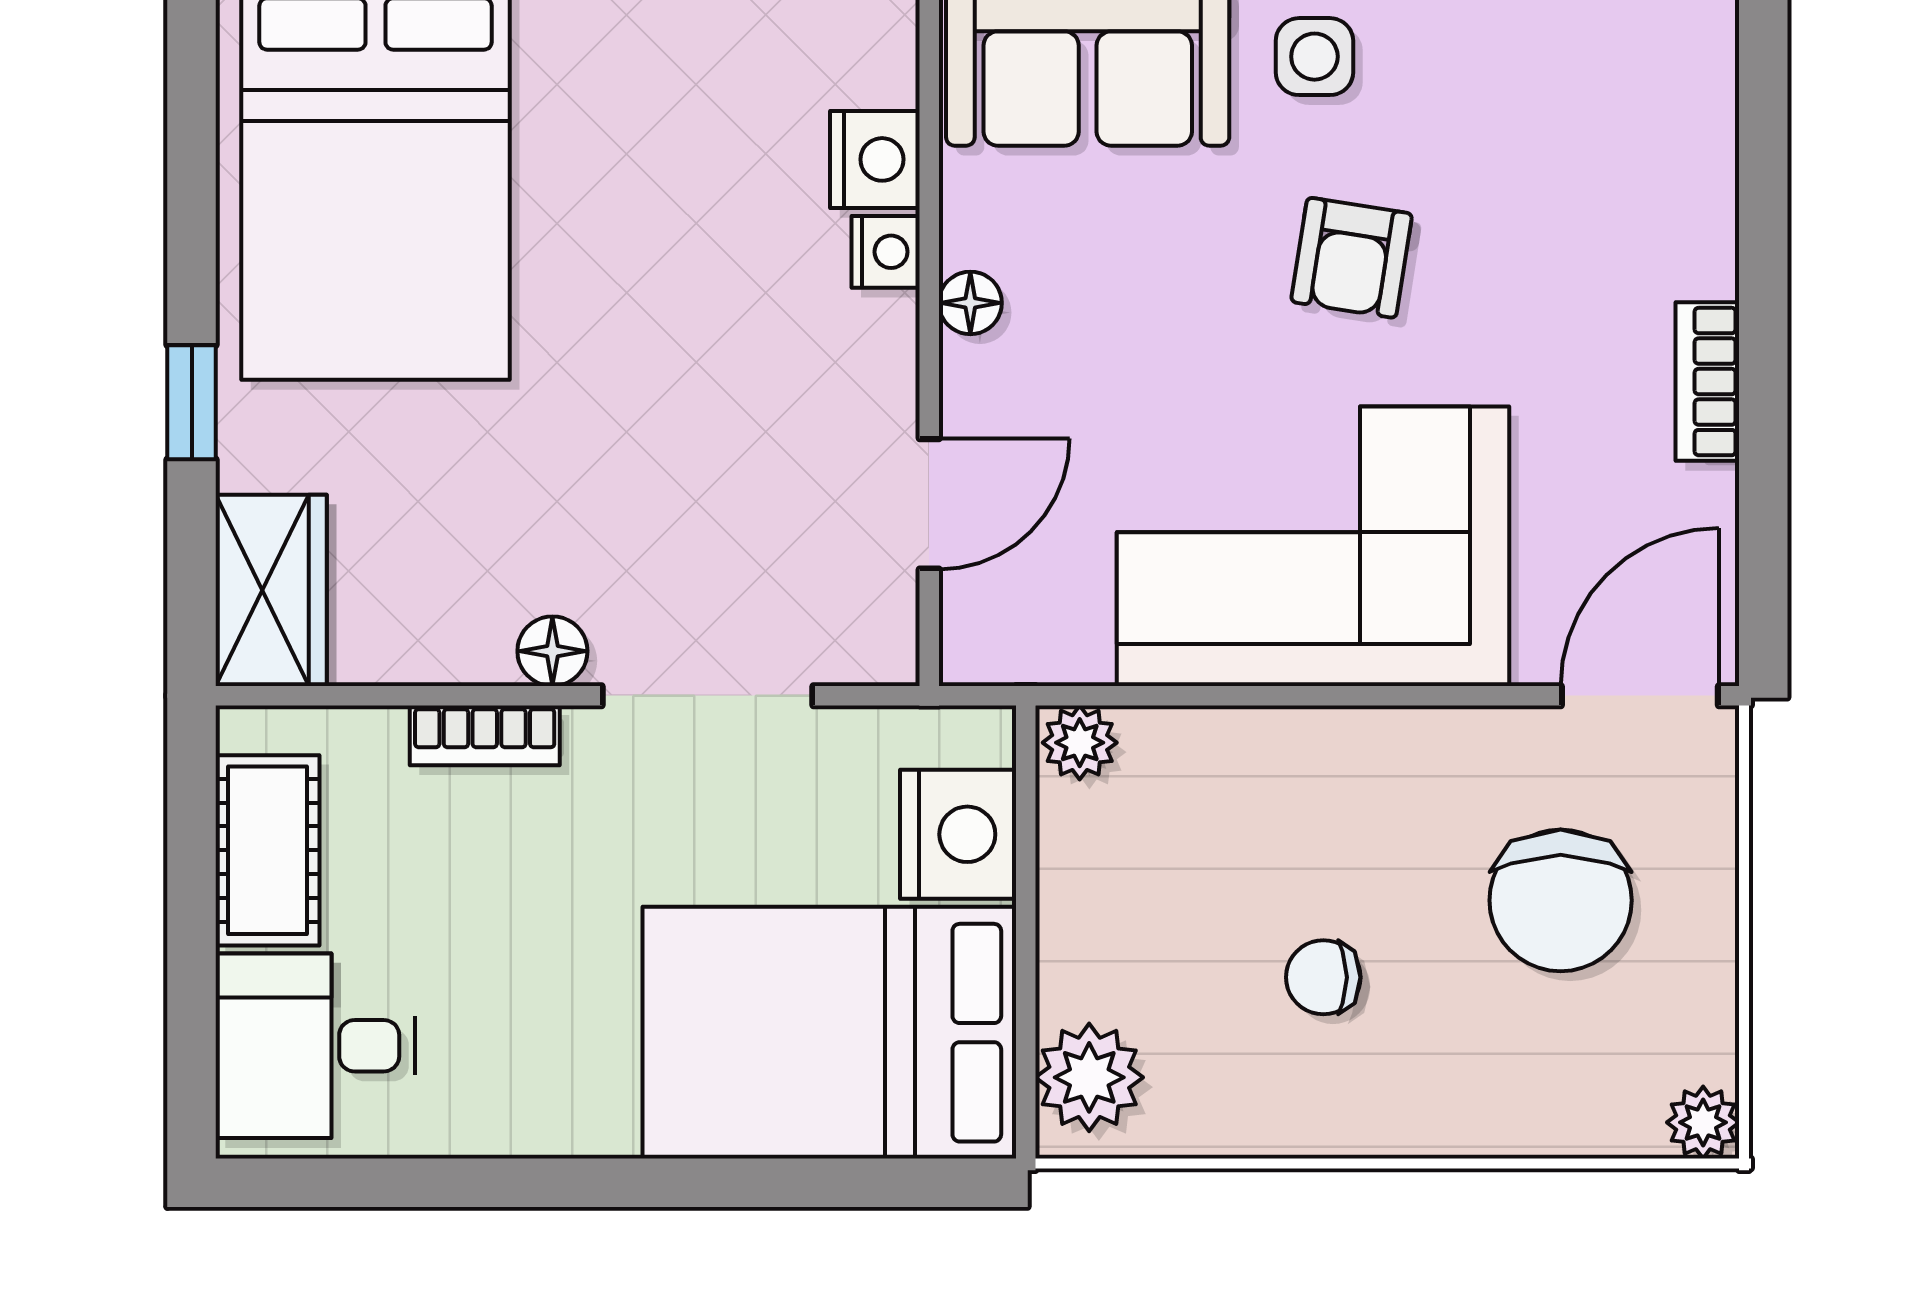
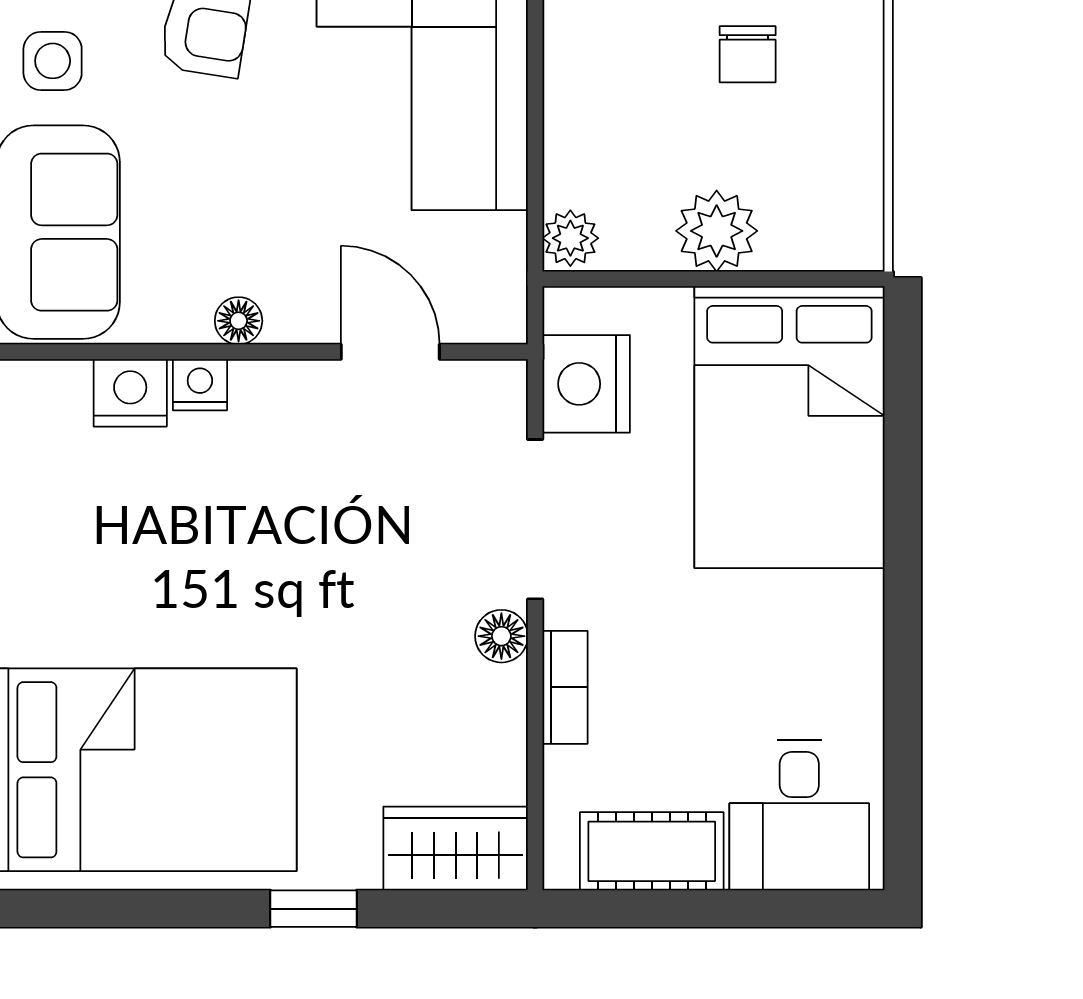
nightstand: (958, 834) -> (586, 384), moved, turned -90
plant: (1089, 1077) -> (717, 231), moved

